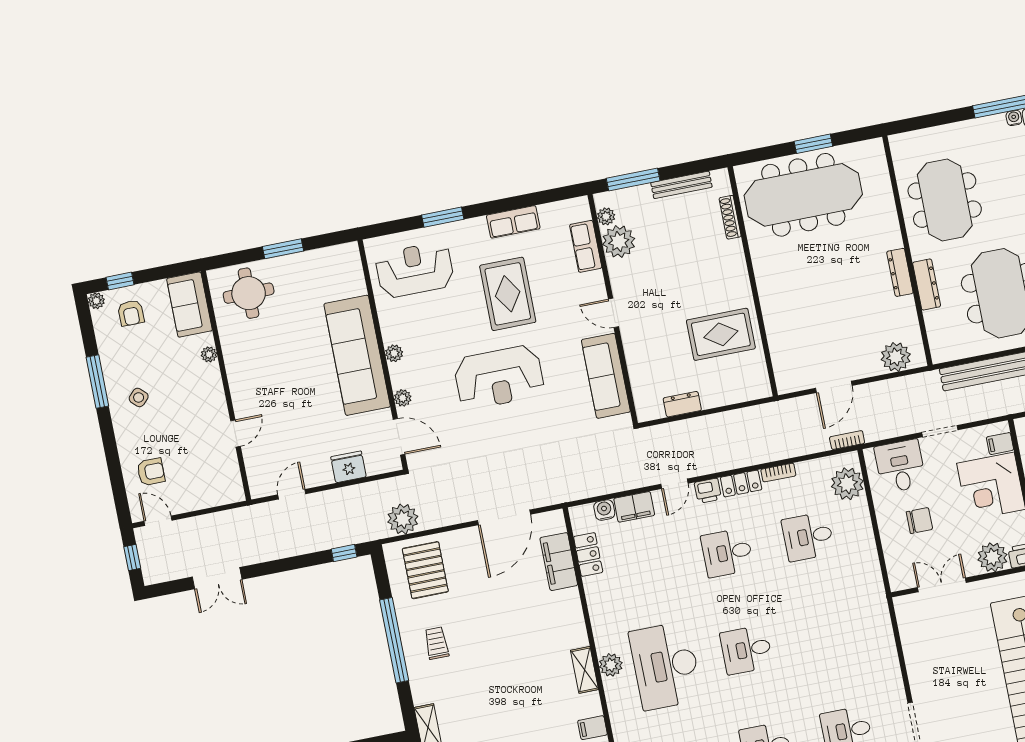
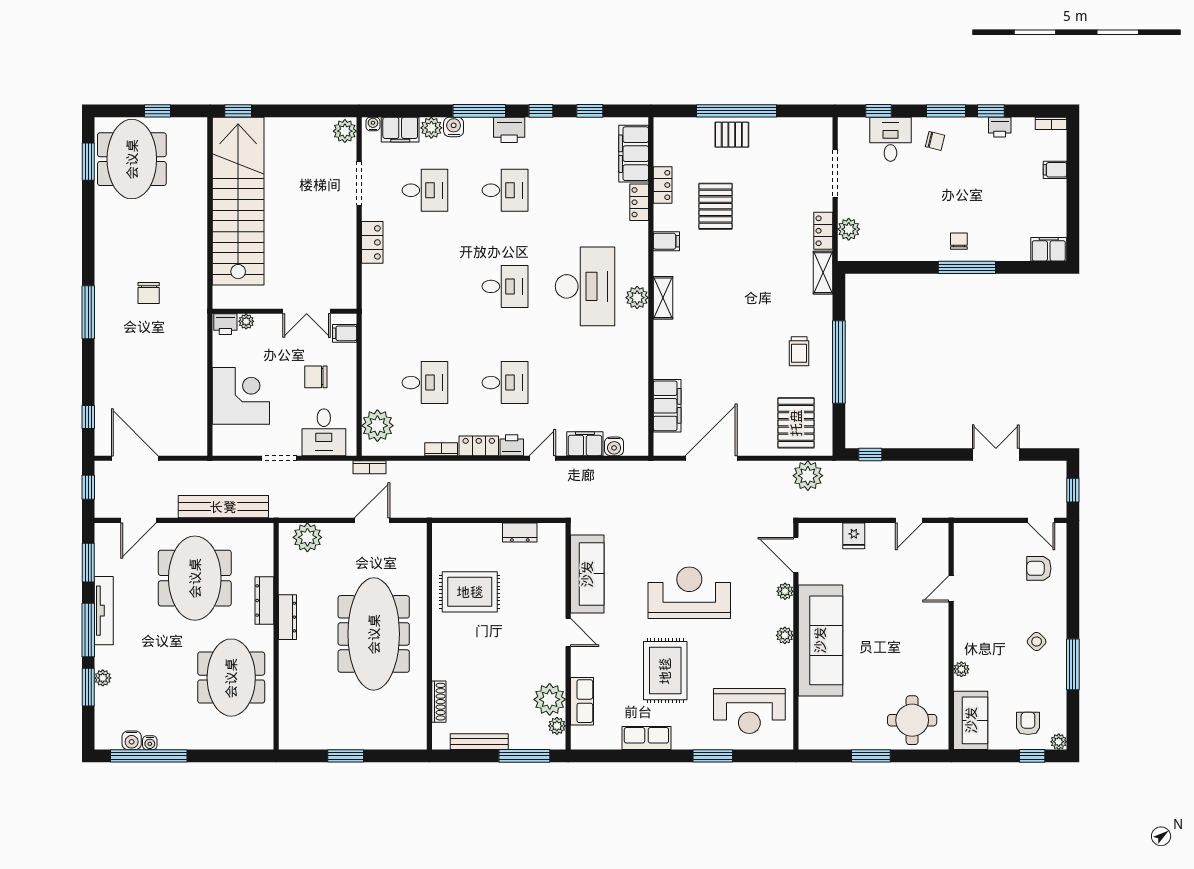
meeting table: (803, 195) -> (374, 634), moved, turned 90
filing cabinet: (1000, 444) -> (345, 333), moved, turned 180
fridge: (348, 467) -> (854, 536), width x0.72
locker: (588, 554) -> (372, 242), moved, turned 180
plant: (993, 557) -> (246, 321), width x0.53, depth x0.53

